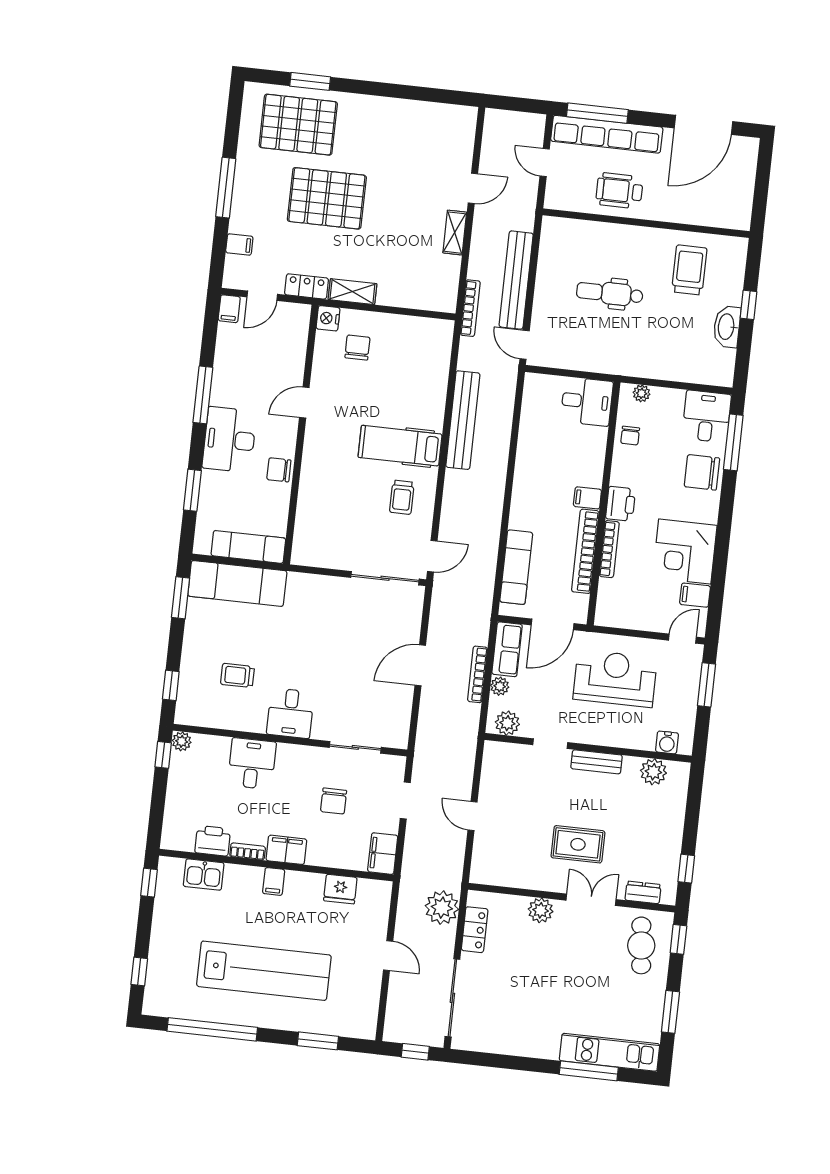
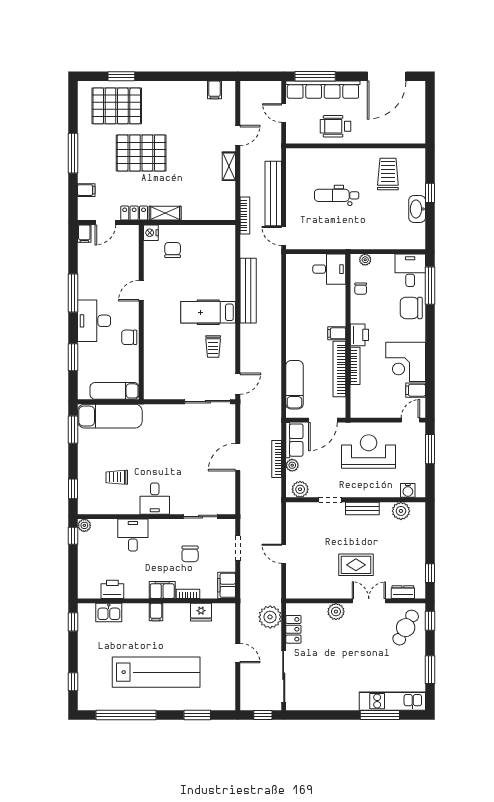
filing cabinet: (446, 117) -> (214, 90), added
bookcase: (248, 851) -> (188, 594), moved
cafe table: (641, 945) -> (406, 628), turned 35

